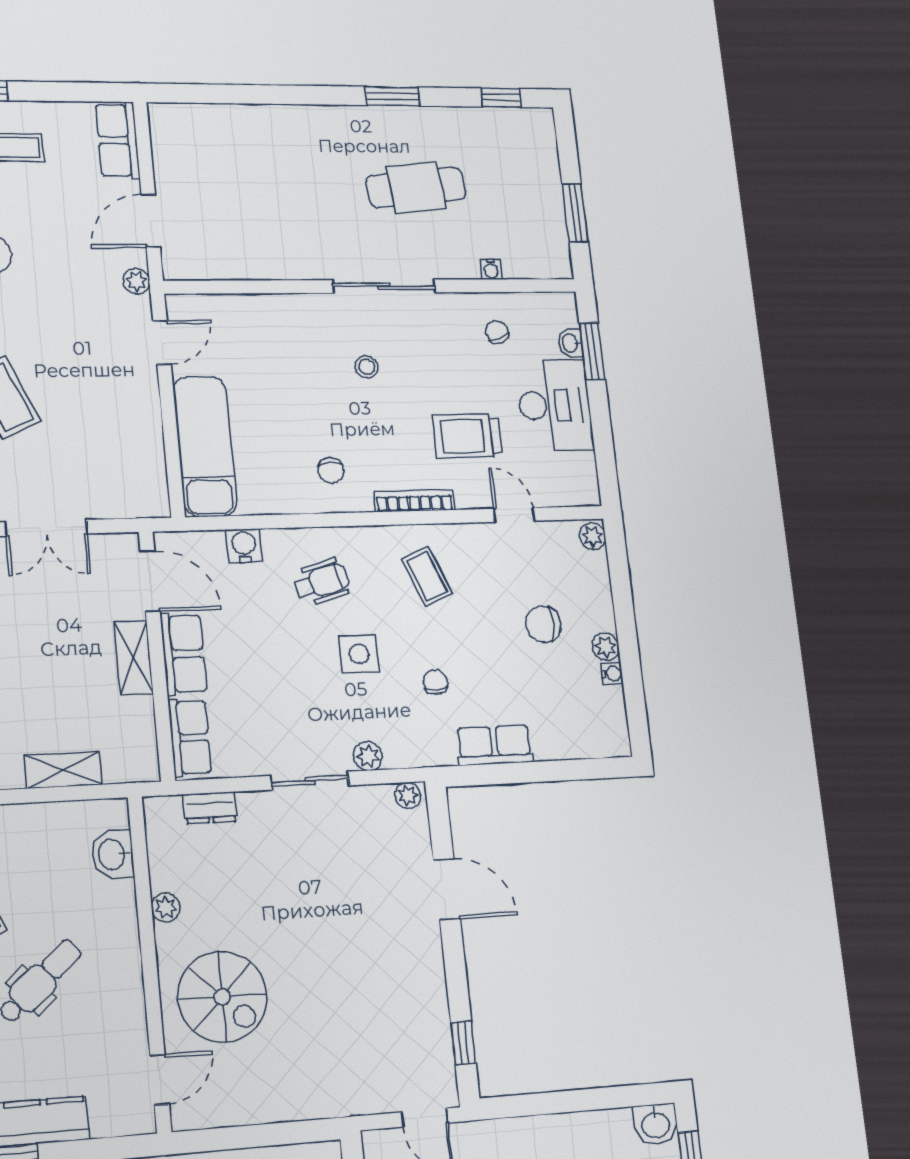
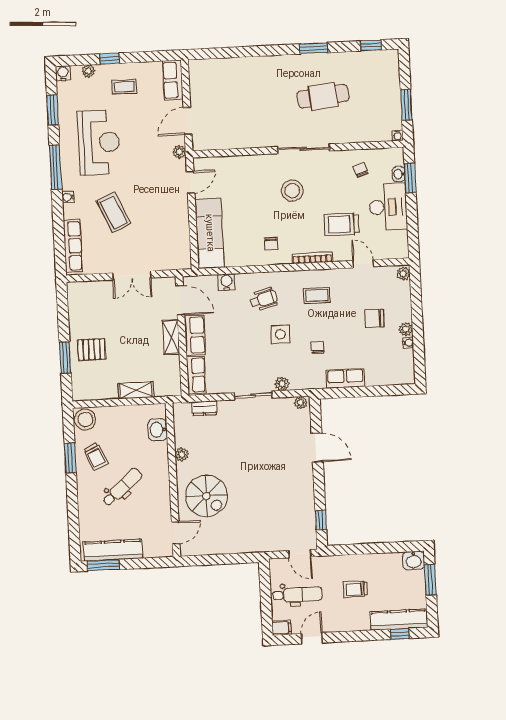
water cooler: (491, 269) -> (398, 135), moved
stool: (367, 367) -> (292, 191), width x1.89, depth x1.89
coffee table: (427, 576) -> (317, 295), turned -68

